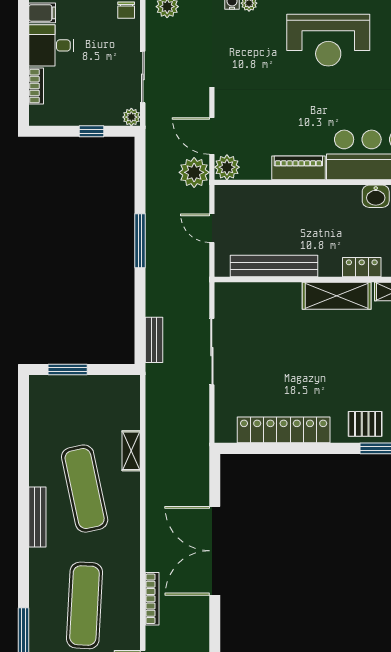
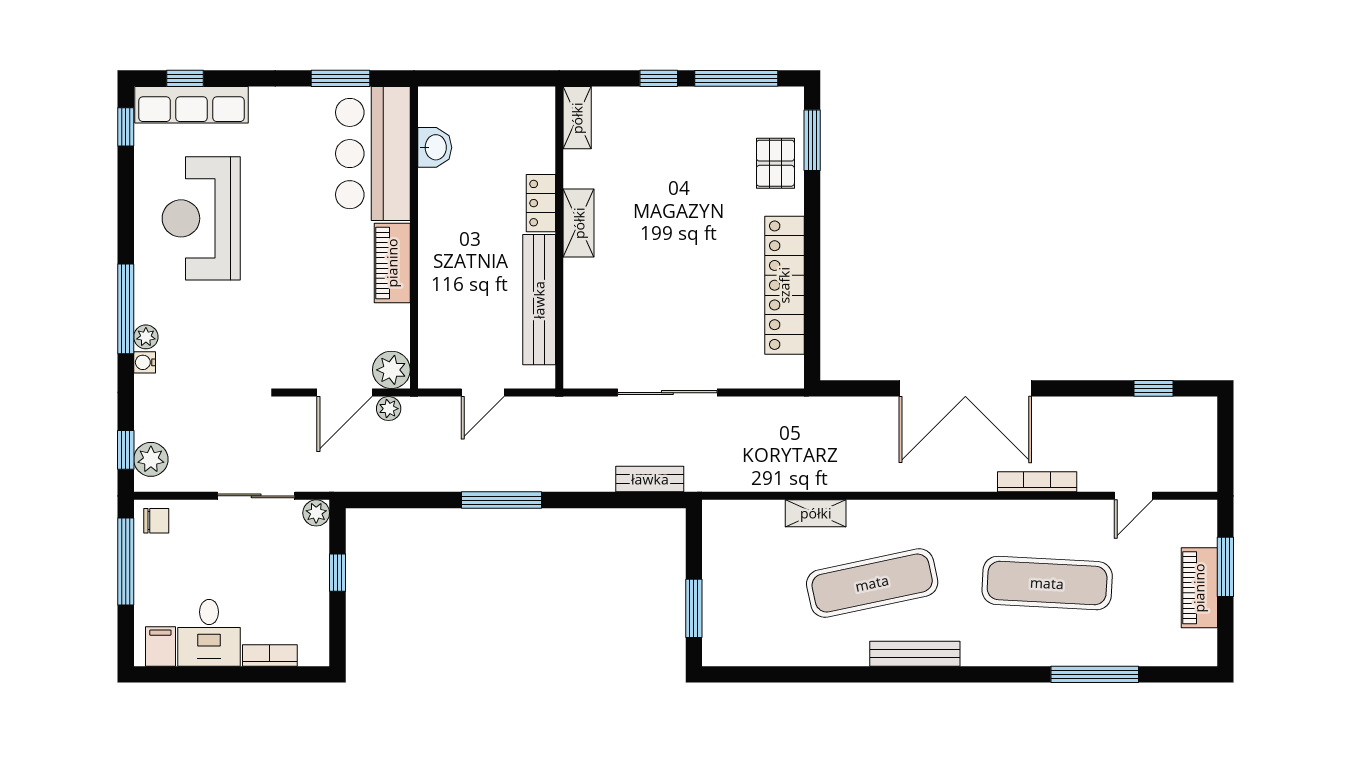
reception desk: (328, 40) -> (201, 218), turned 180
plant: (194, 172) -> (389, 409), width x0.53, depth x0.53
locker: (362, 267) -> (541, 203), moved
shelving: (337, 296) -> (579, 223), width x0.67, depth x0.75

